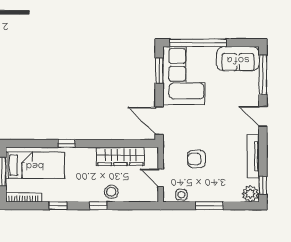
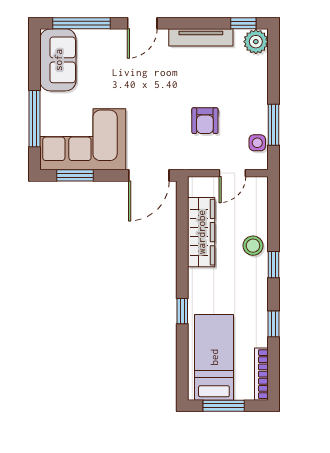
window: (198, 43) -> (34, 119), width x0.68
window: (209, 206) -> (273, 125), moved

